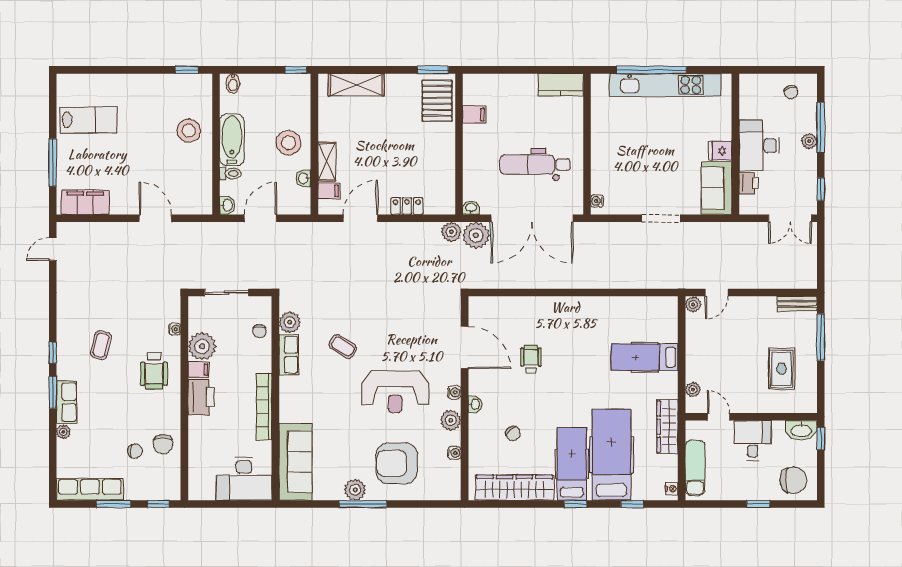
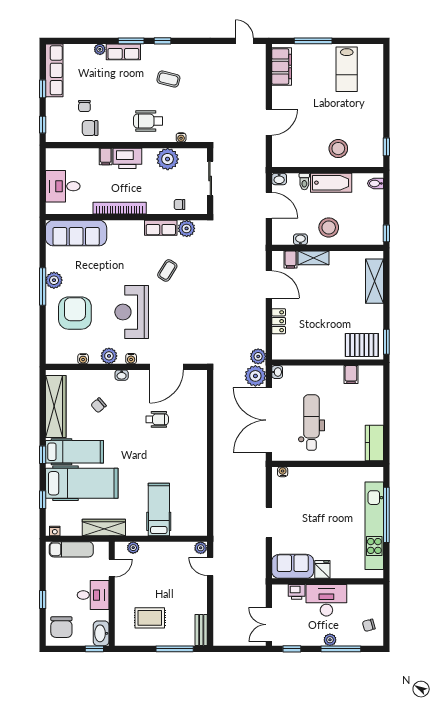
filing cabinet: (199, 370) -> (106, 156), moved
desk: (244, 479) -> (63, 186), width x0.73
window: (113, 504) -> (43, 89), width x0.67

